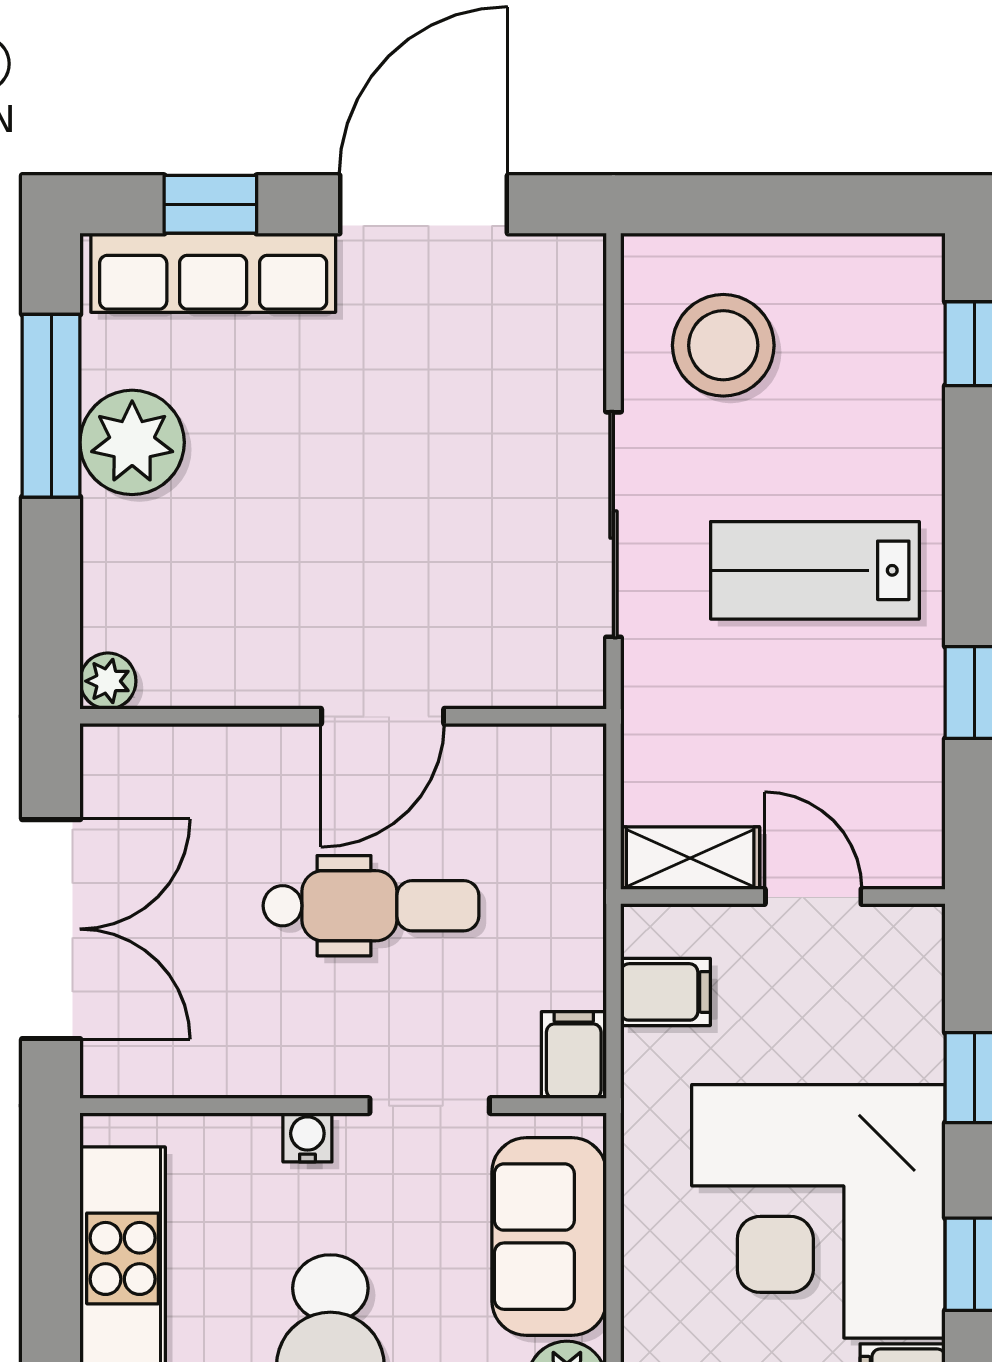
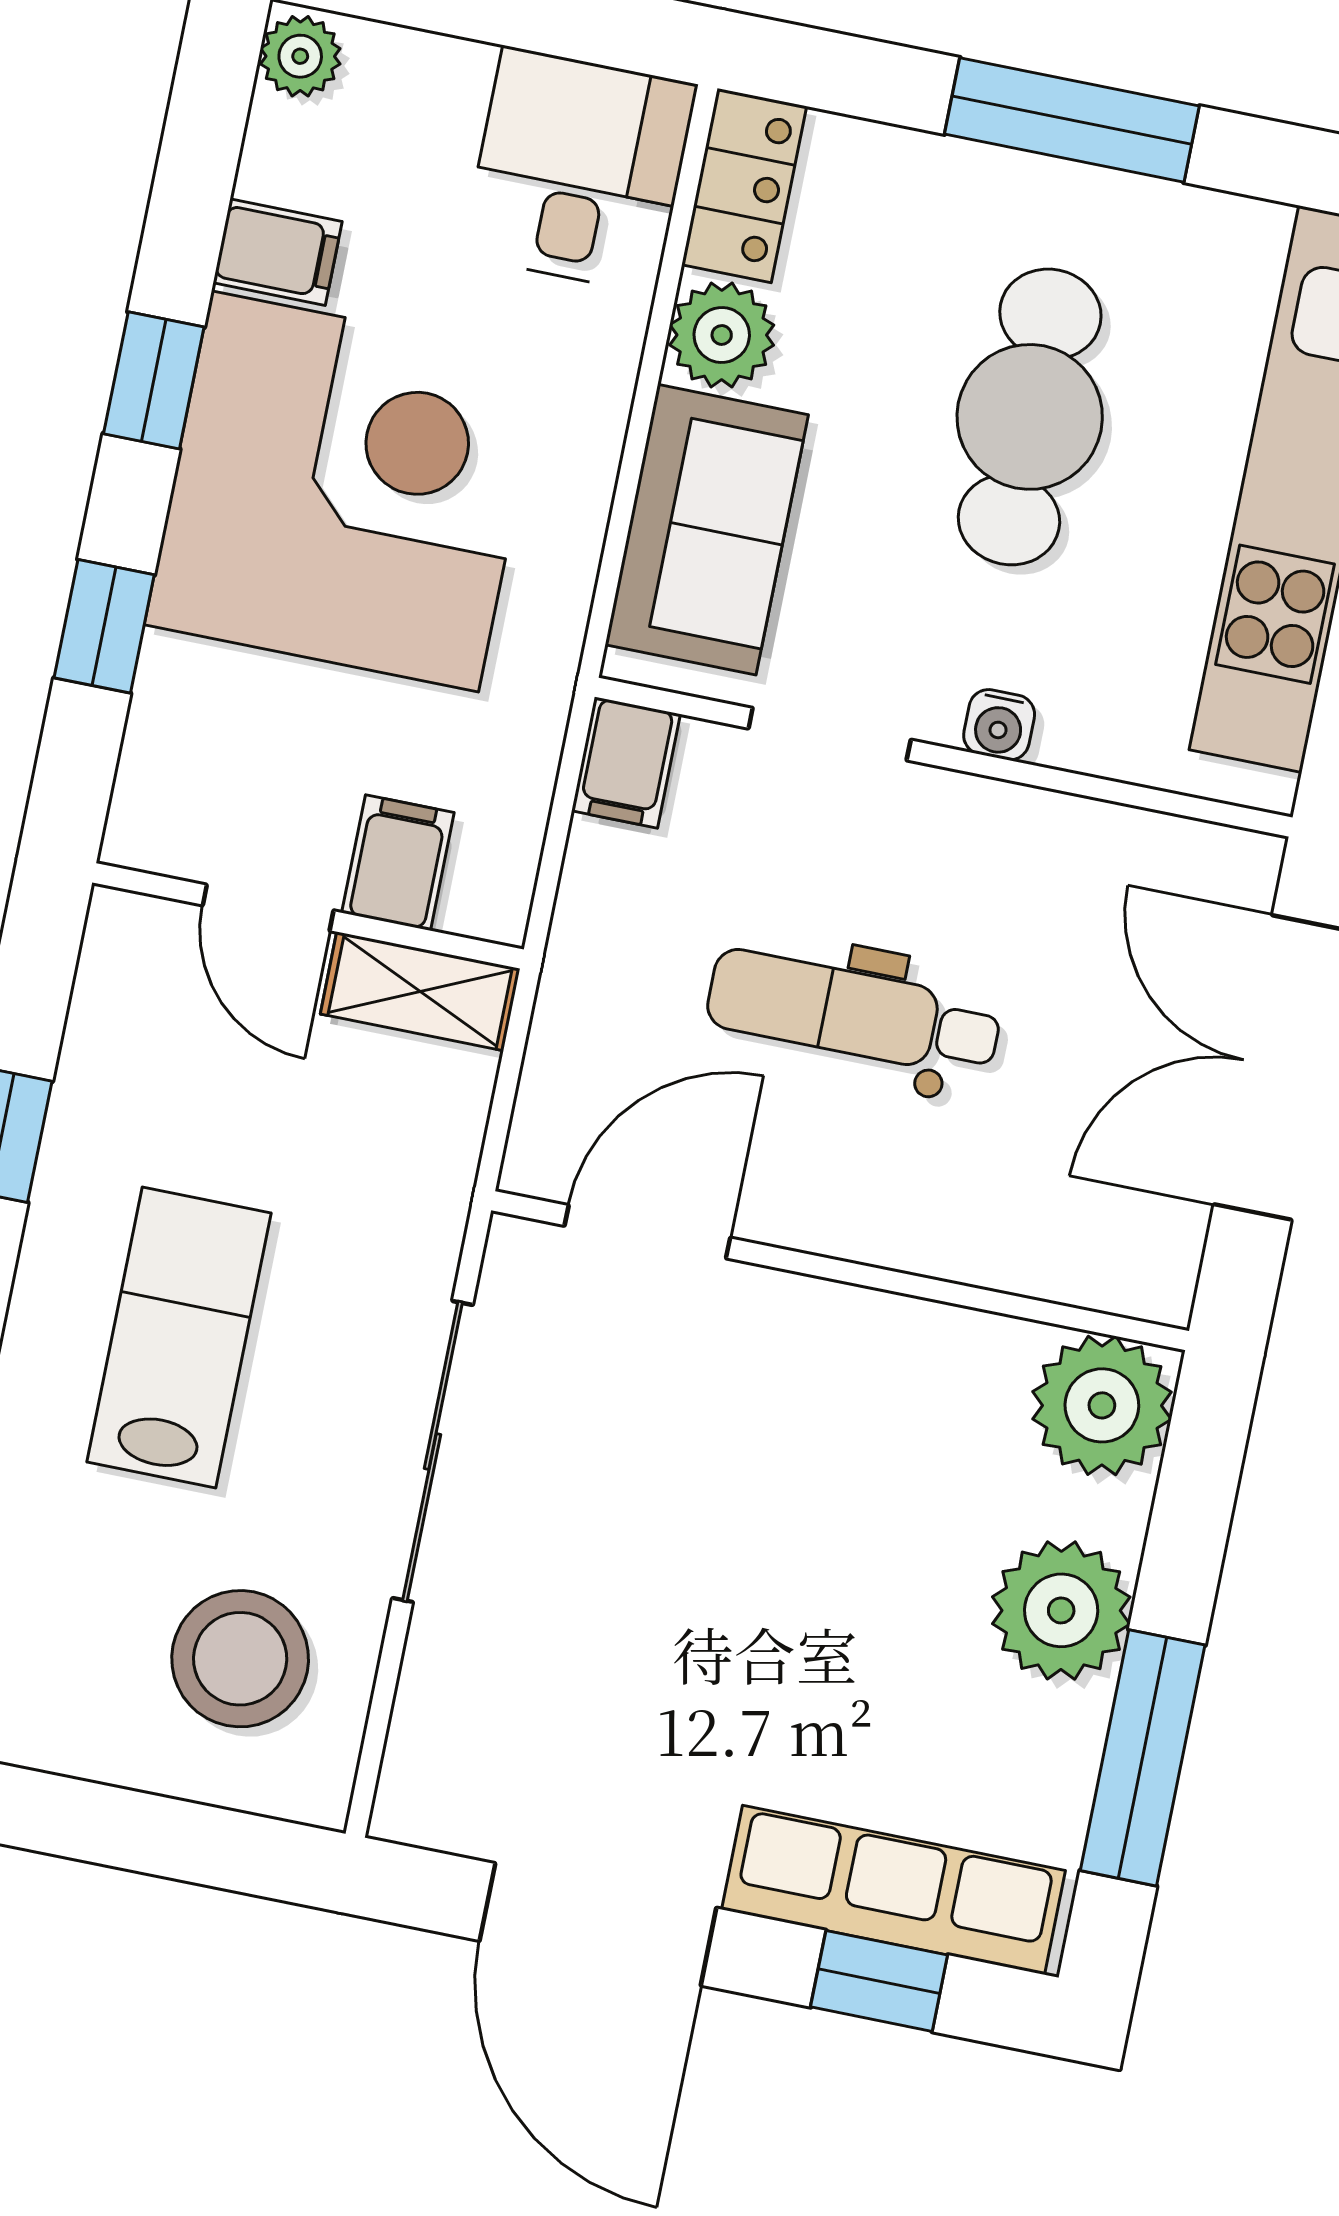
door: (424, 204) -> (598, 1924), hinge flipped
plant: (132, 442) -> (1061, 1610), moved
lab bench: (815, 570) -> (179, 1338), turned -90
plant: (108, 681) -> (1102, 1405), width x1.88, depth x1.88
door: (383, 716) -> (647, 1232), moved
filing cabinet: (666, 992) -> (398, 863), moved, turned 90

